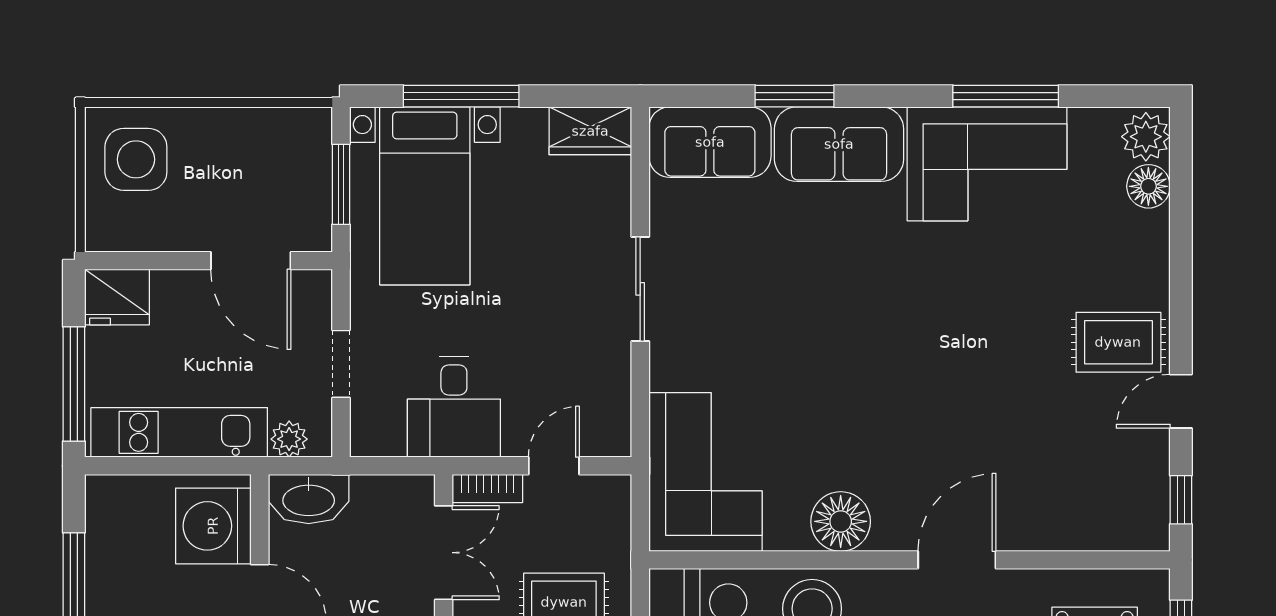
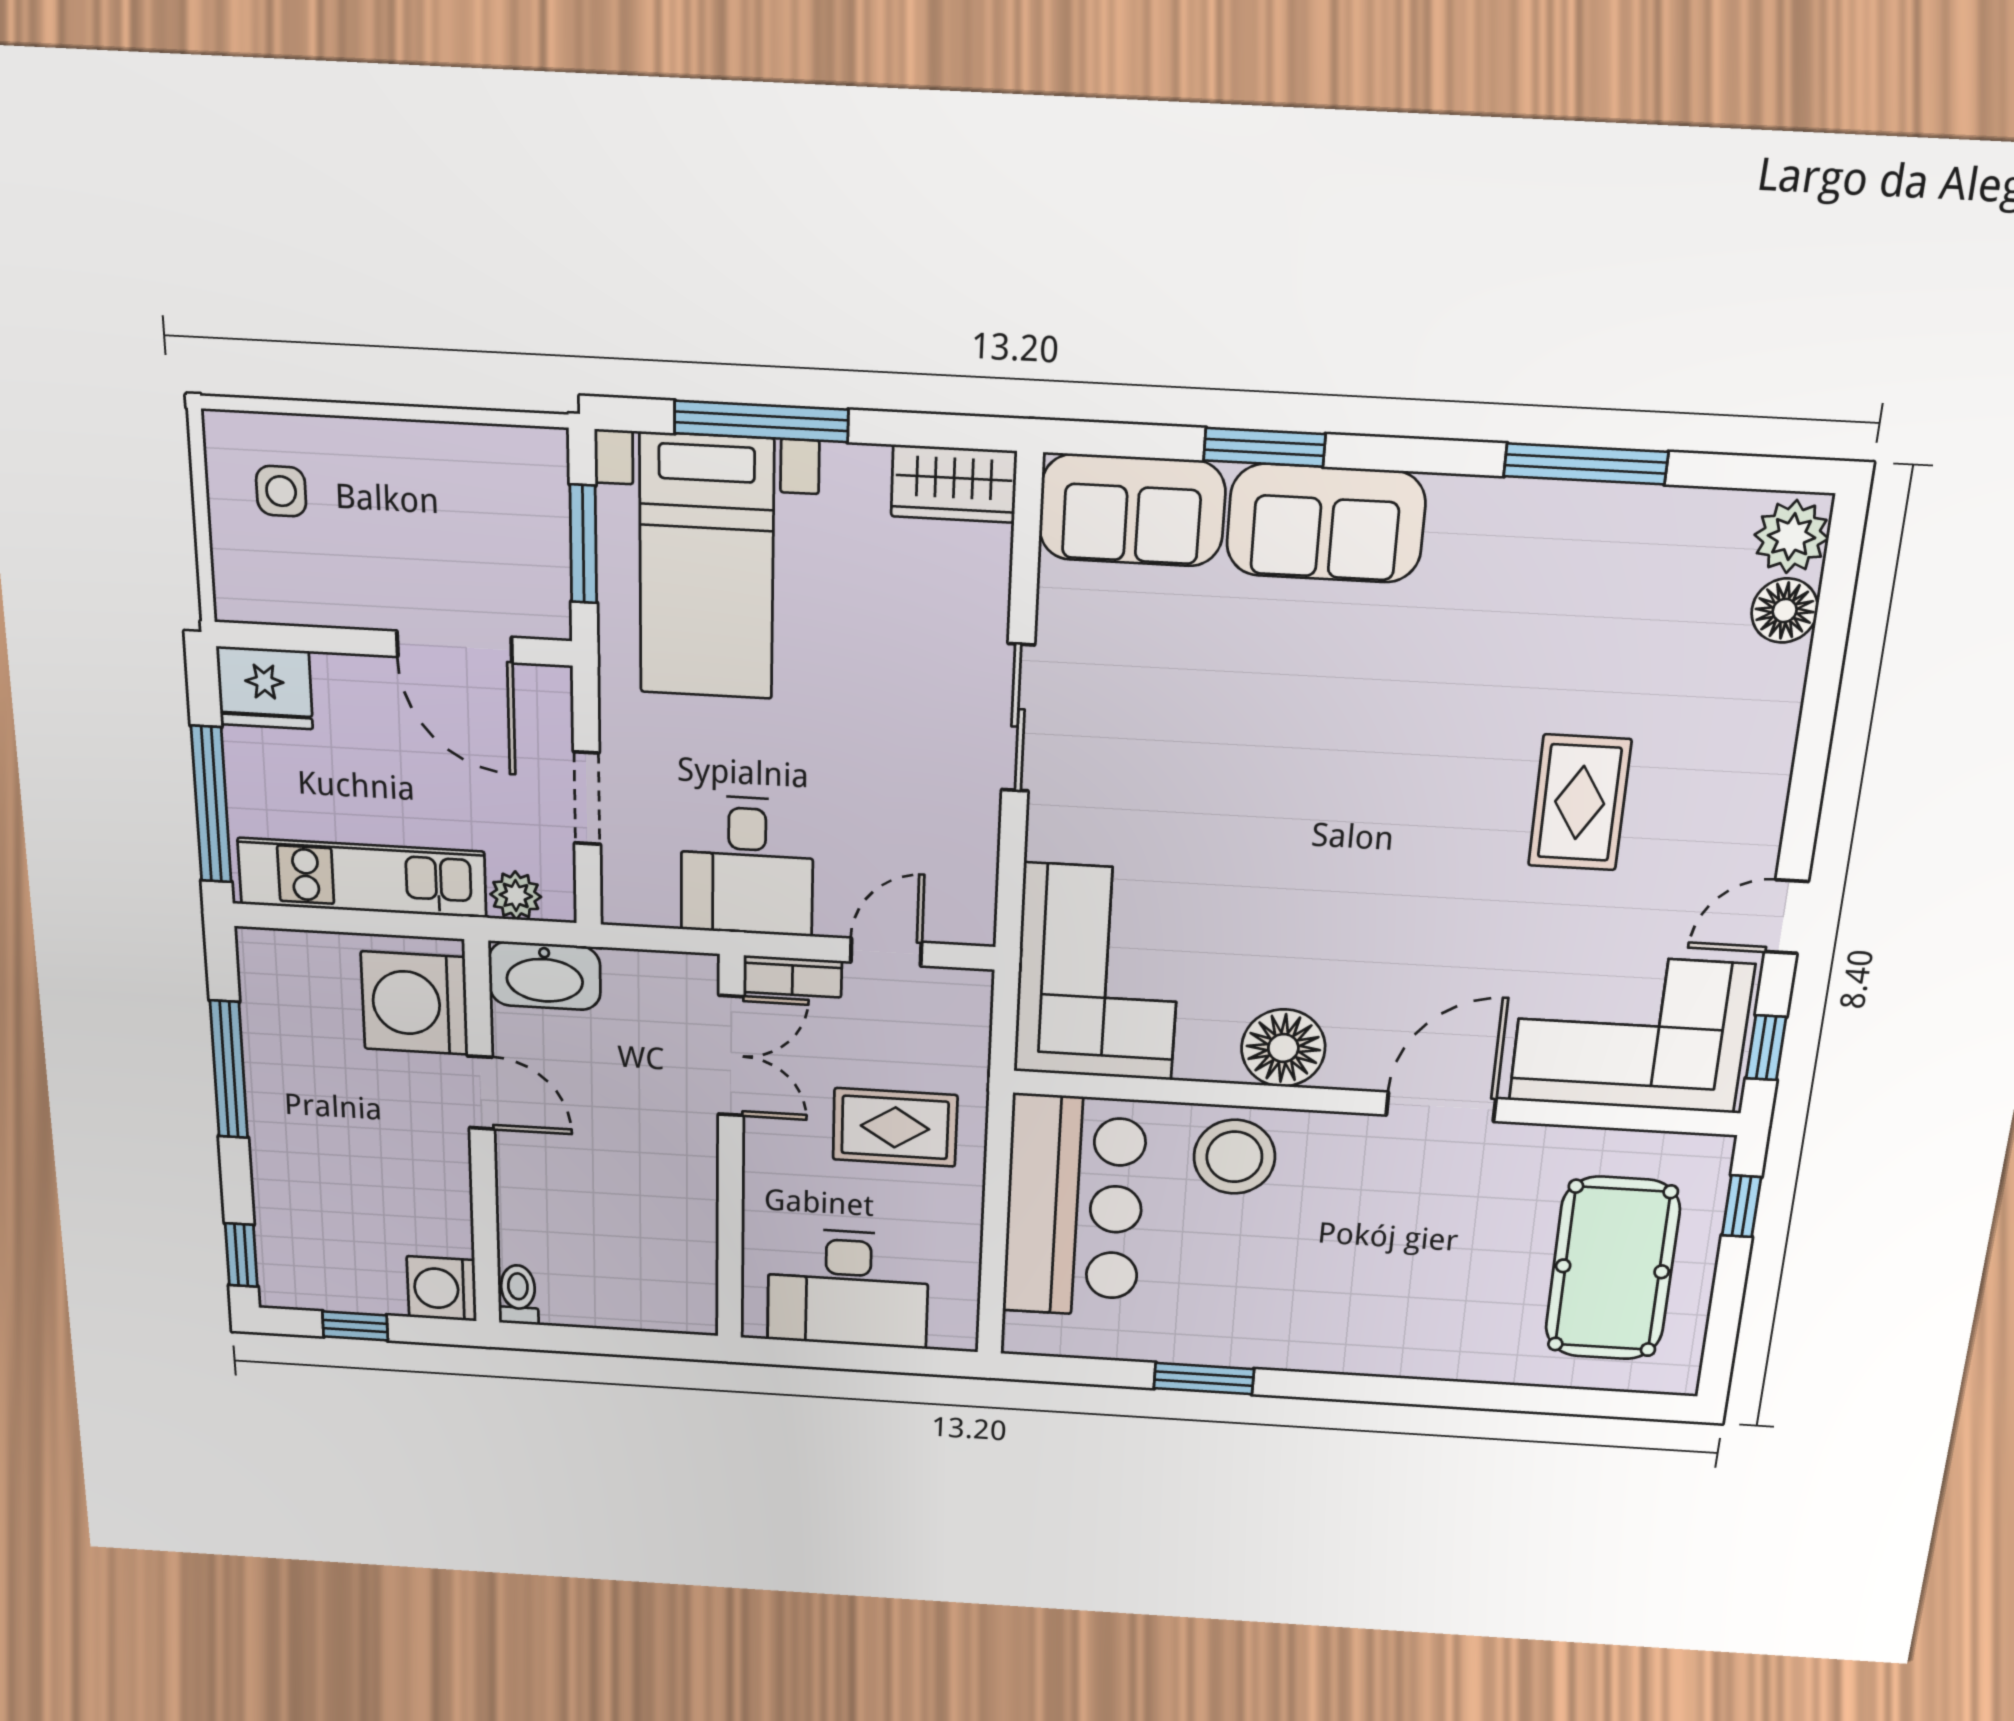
side table: (136, 159) -> (281, 491), width x0.54, depth x0.54
corner sofa: (987, 164) -> (1631, 1033), moved, turned 180
rug: (1118, 342) -> (1580, 803), moved, turned 90

